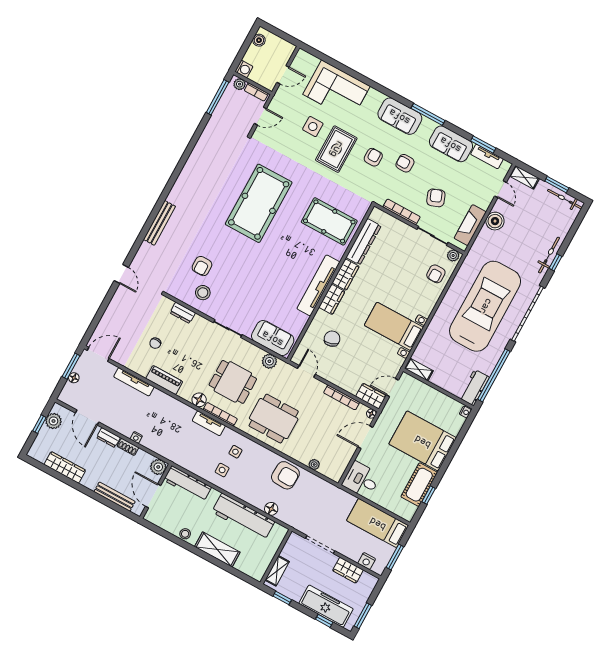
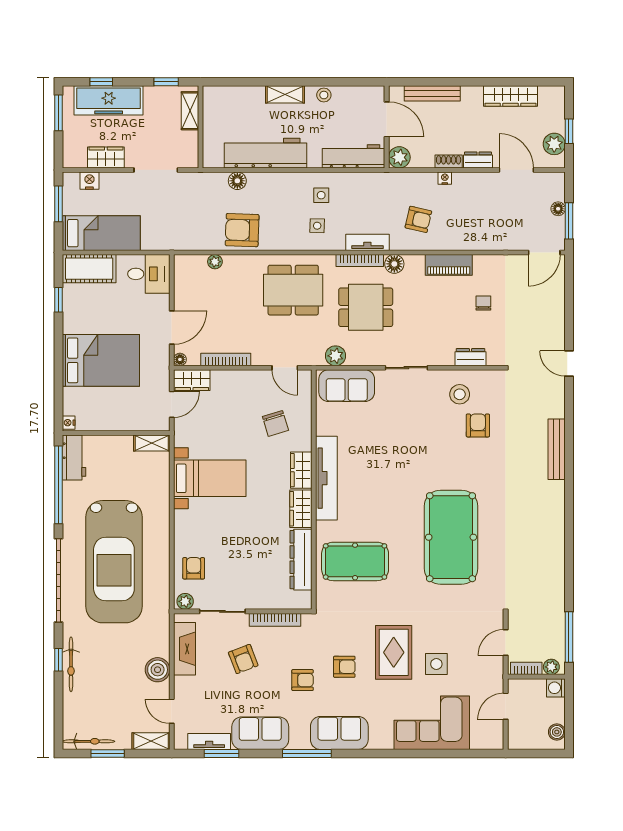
armchair: (373, 157) -> (344, 667), turned -90
tv unit: (134, 382) -> (484, 243), removed
armchair: (168, 420) -> (418, 219), added
cot: (419, 485) -> (89, 269), moved, turned 90
shelving: (217, 549) -> (285, 94), width x0.67, depth x0.75

